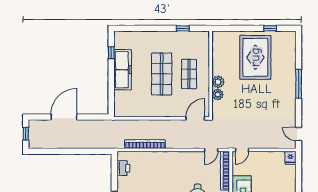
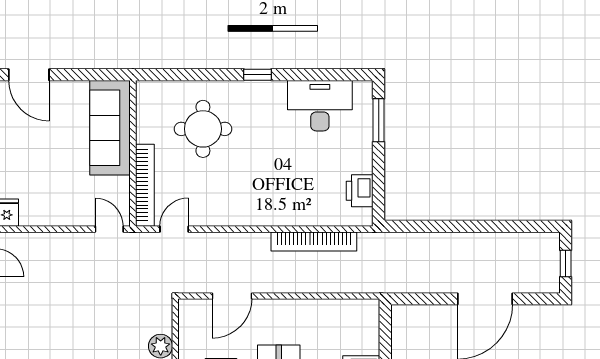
door: (195, 118) -> (232, 296), moved
door: (242, 150) -> (109, 229), hinge flipped

